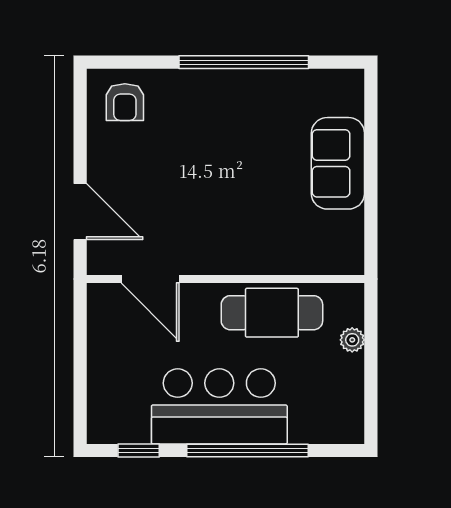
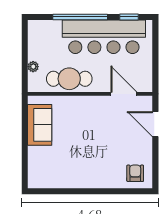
window: (244, 62) -> (82, 191), removed
sofa: (338, 163) -> (40, 125), moved
bar counter: (219, 406) -> (104, 37), width x1.36

